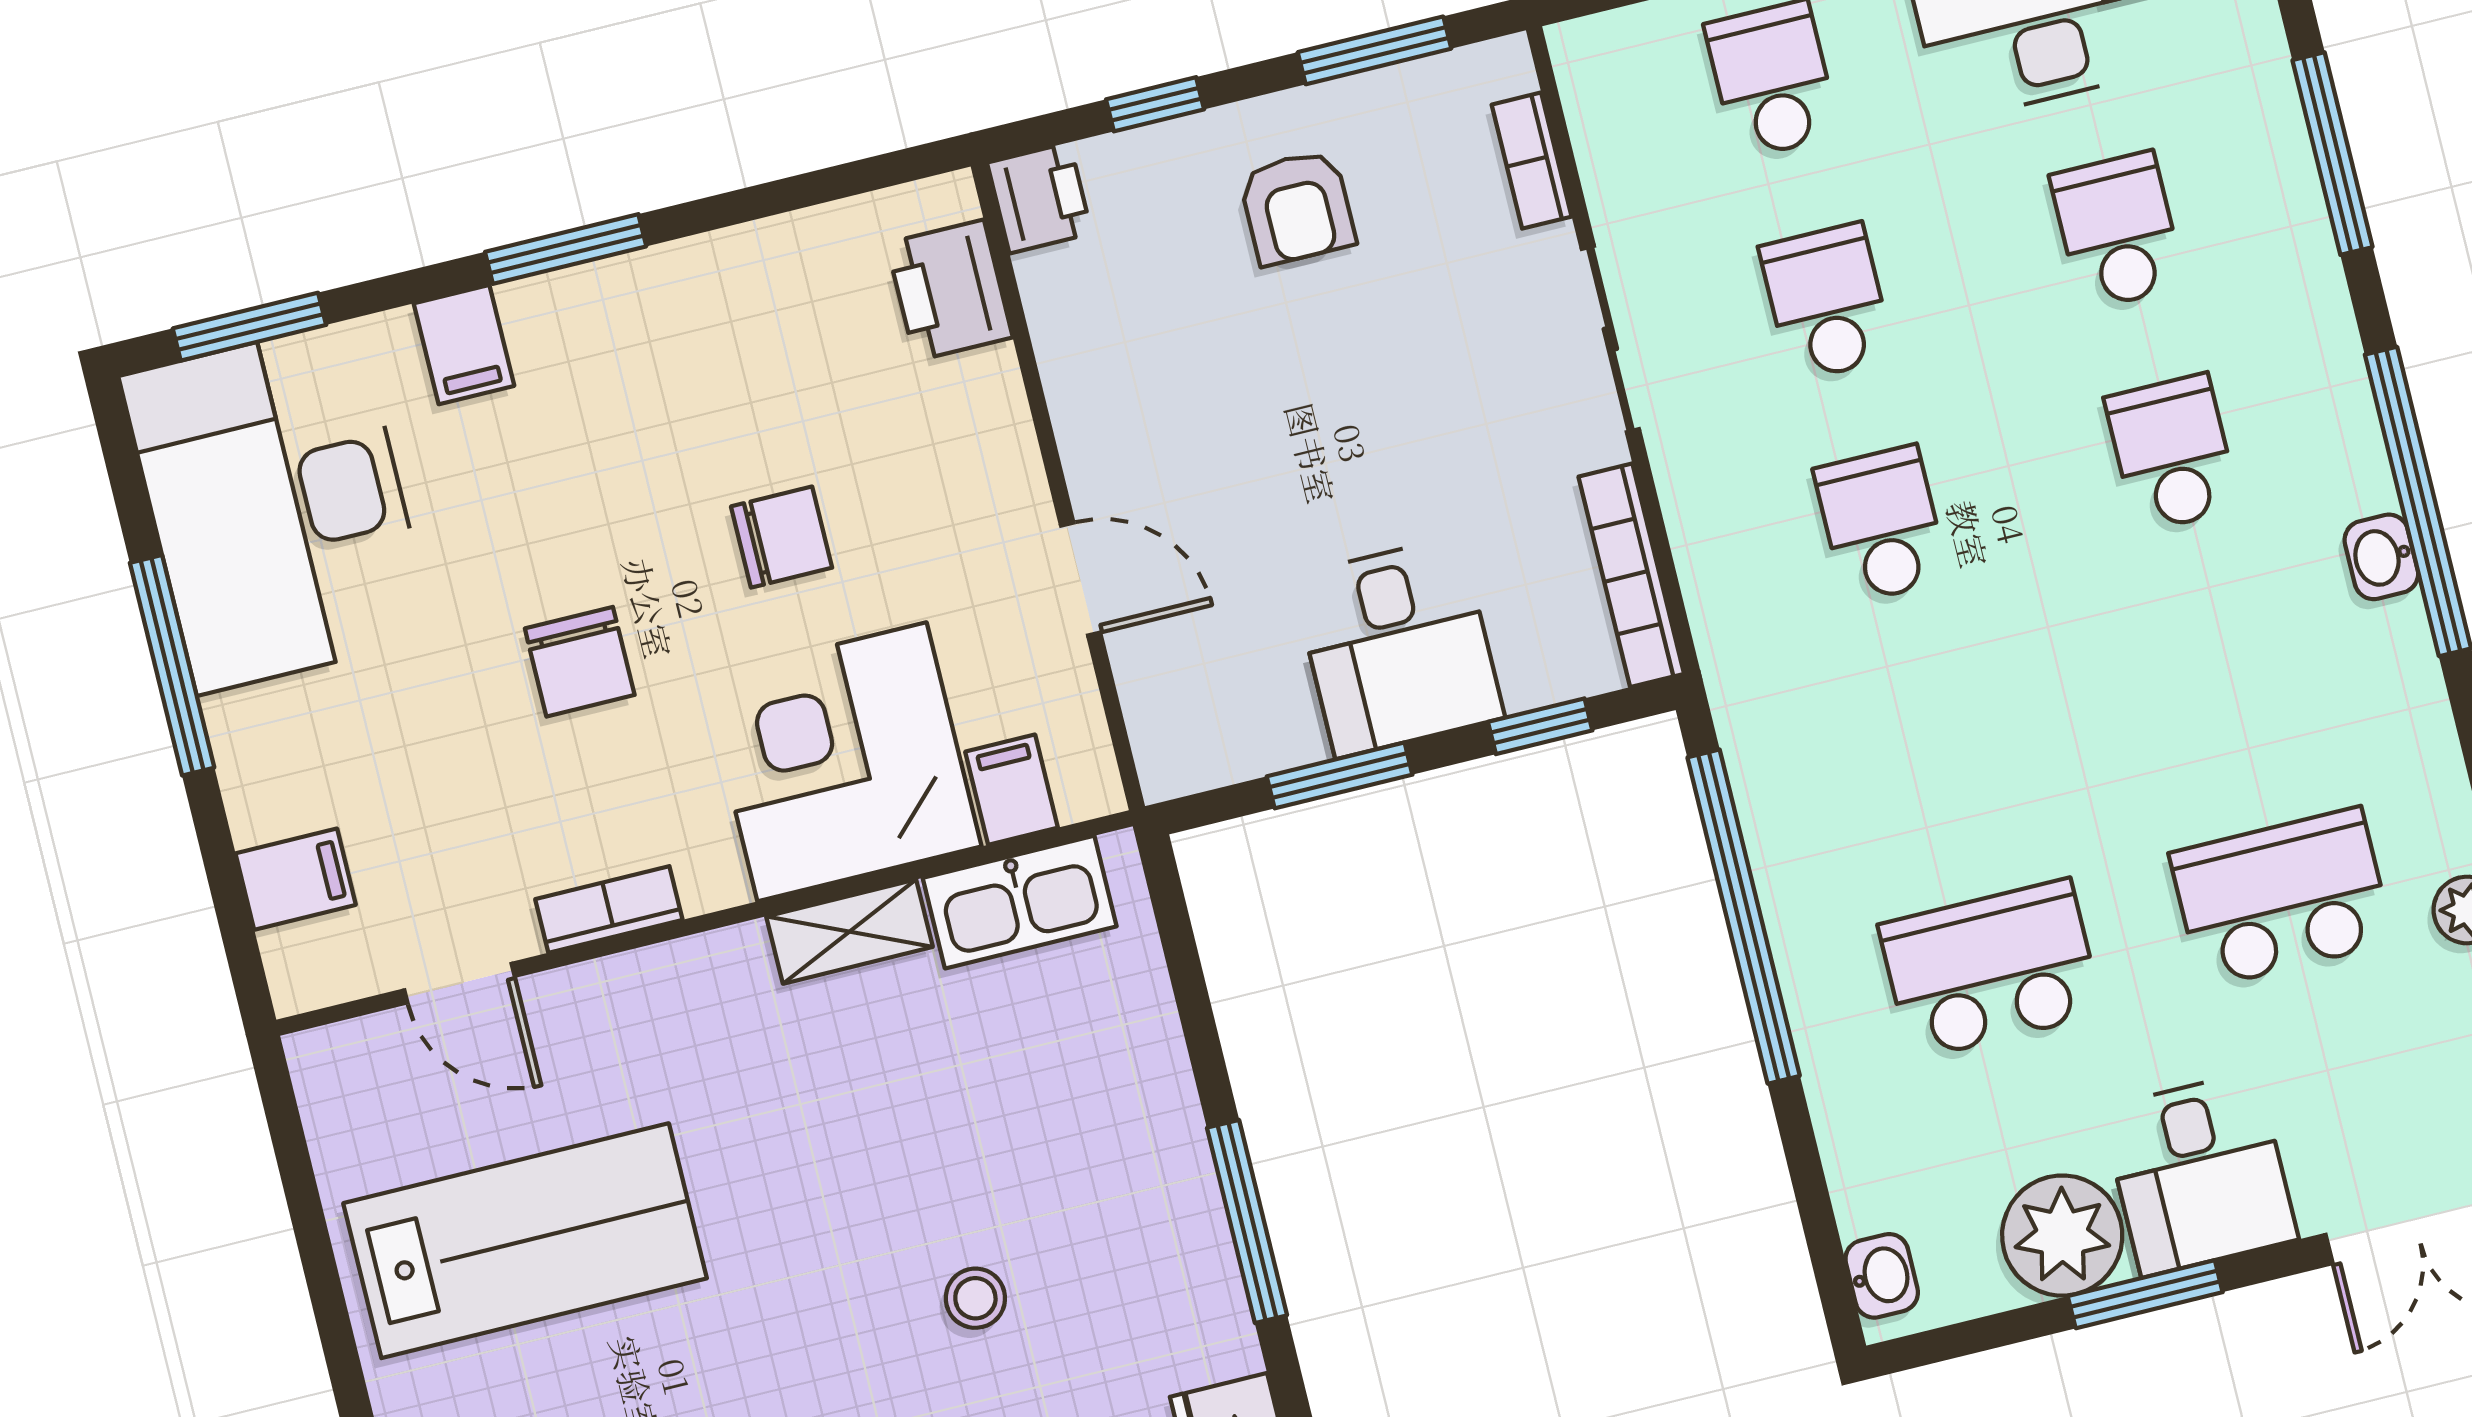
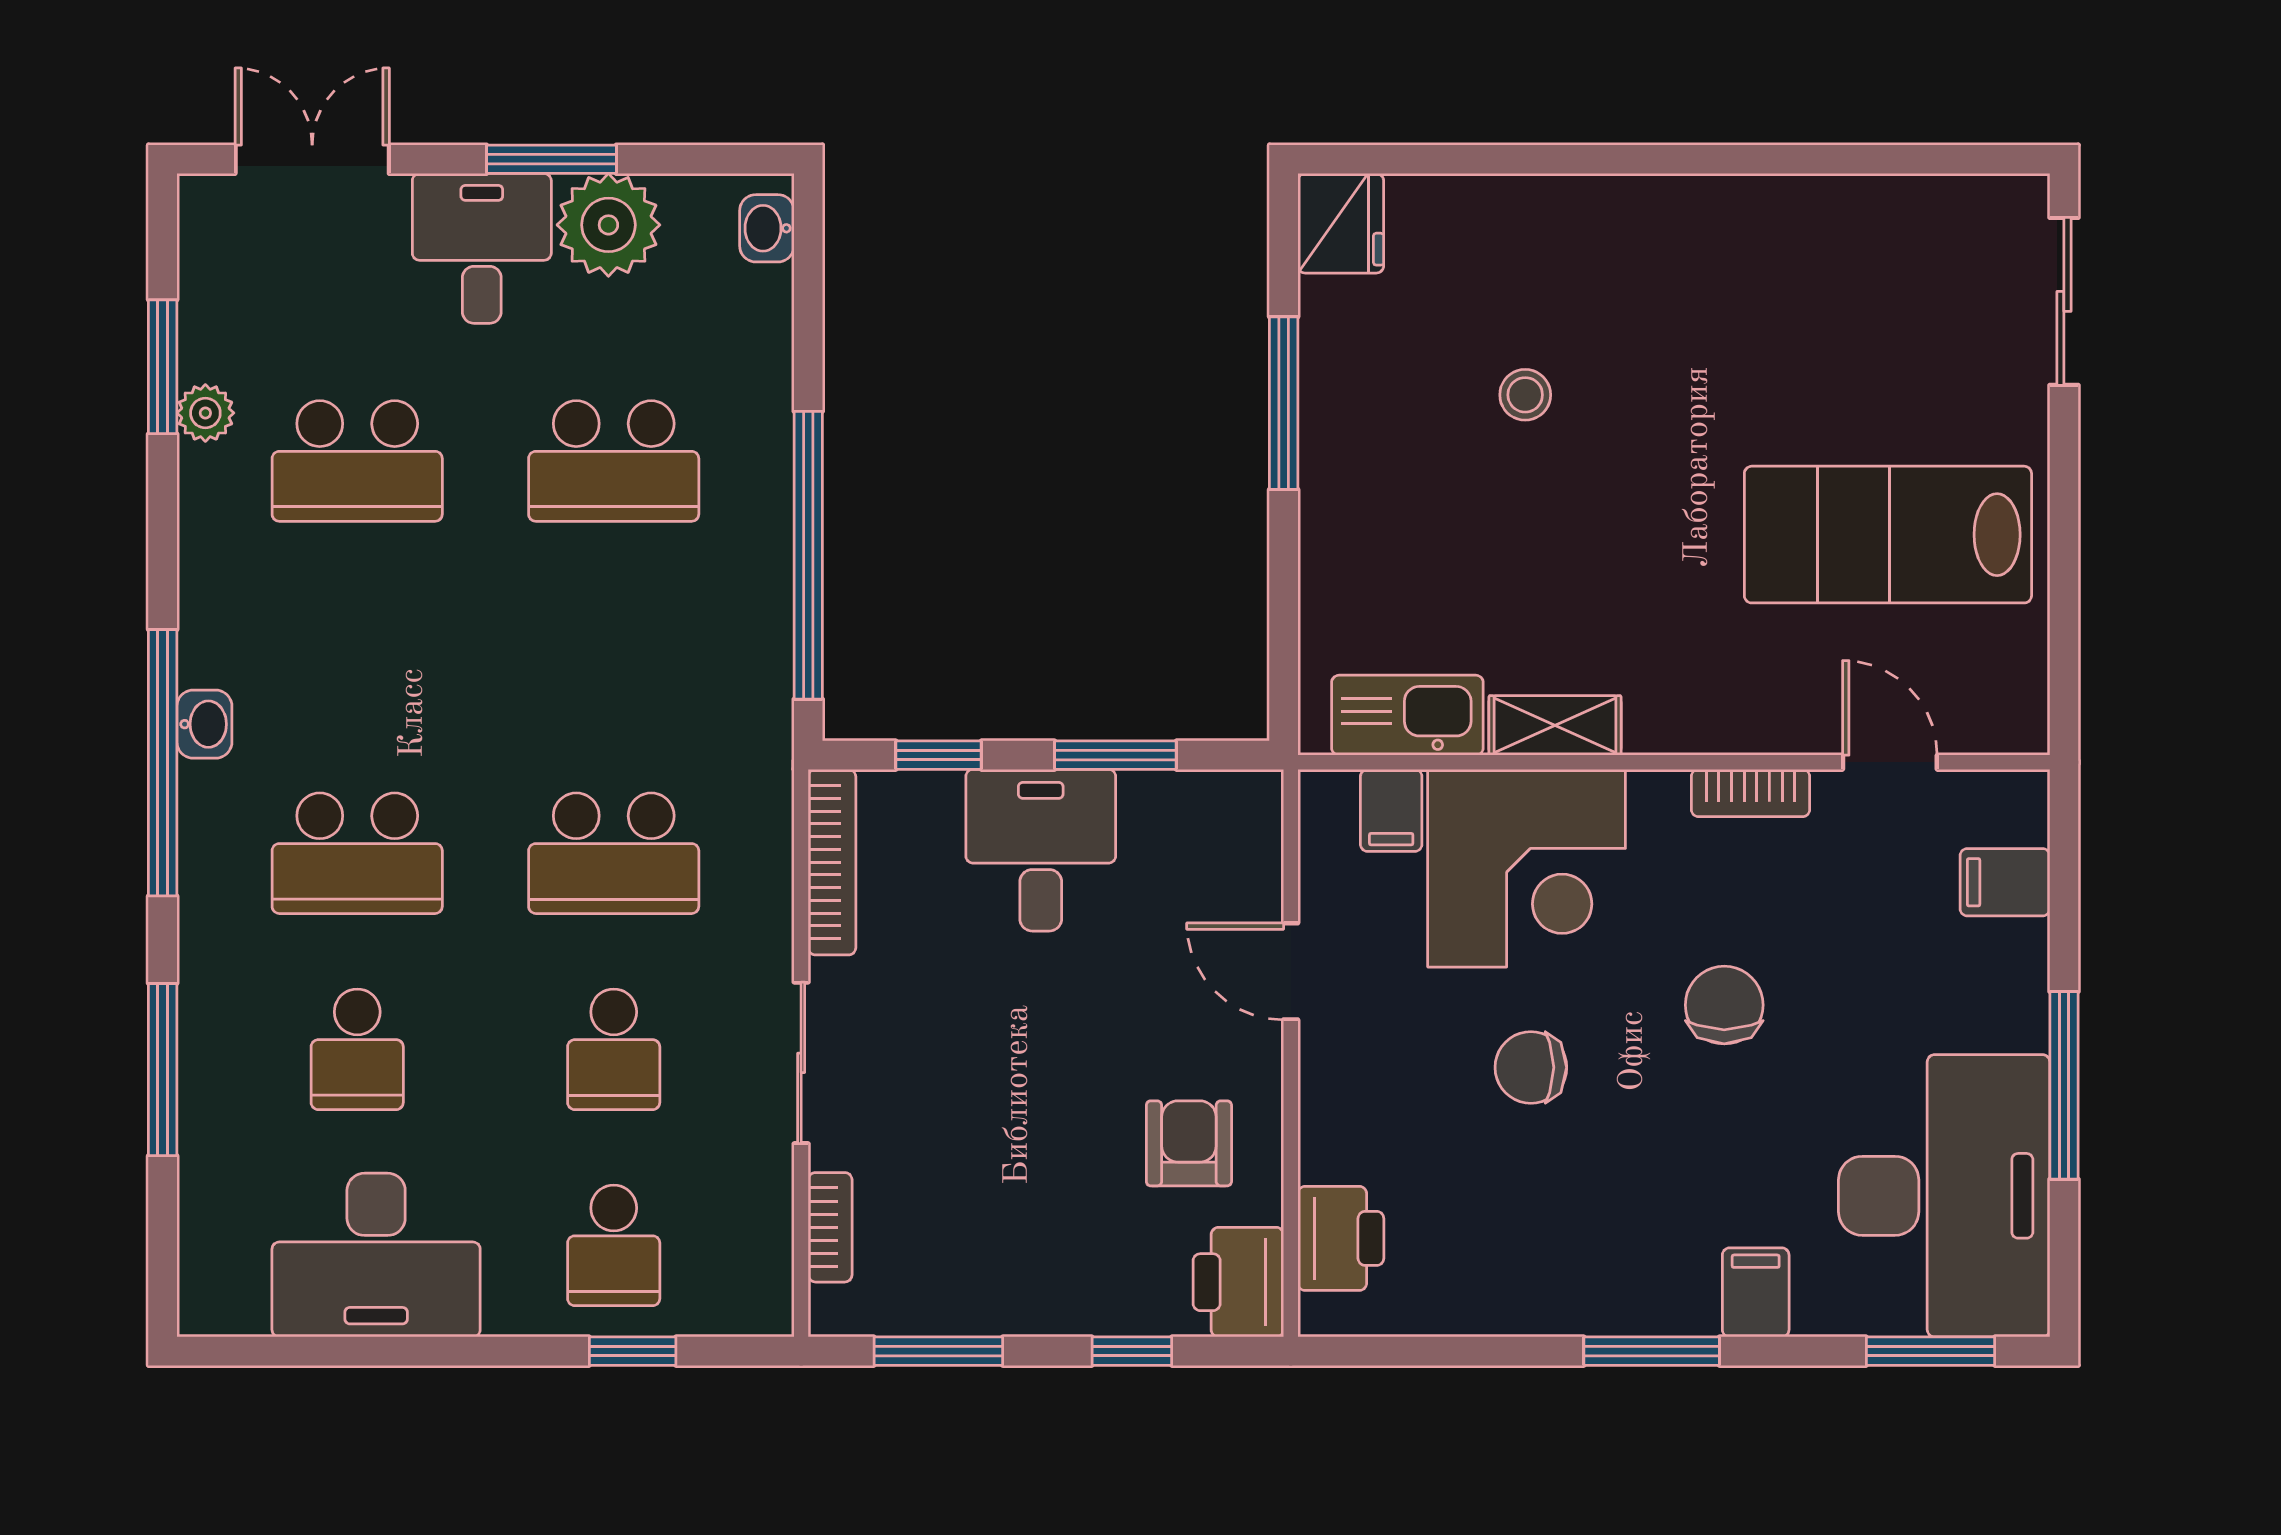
printer: (1040, 198) -> (1238, 1282), width x1.36, depth x1.24
armchair: (1297, 207) -> (1189, 1143), moved
school desk: (2172, 453) -> (357, 853), width x1.85
school desk: (1881, 525) -> (614, 853), width x1.85

